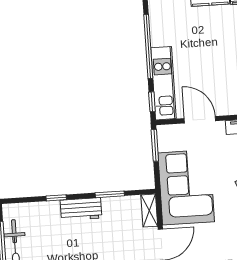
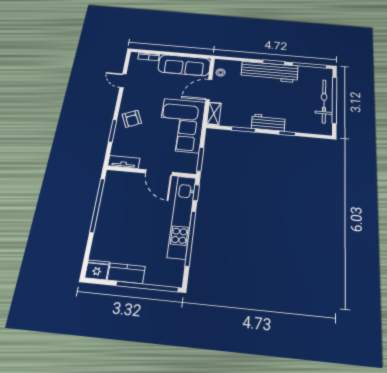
kitchen unit: (164, 83) -> (182, 217), width x1.36

